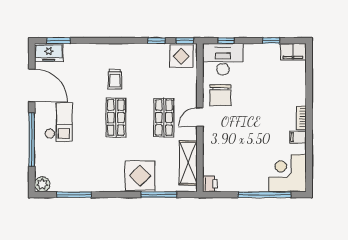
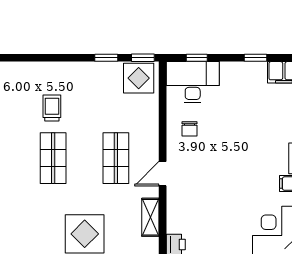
trolley: (115, 79) -> (52, 108), turned 180
chair: (220, 95) -> (190, 129), width x0.54, depth x0.54
door: (200, 117) -> (163, 174), moved
shelving: (188, 163) -> (150, 217), width x0.67, depth x0.75

